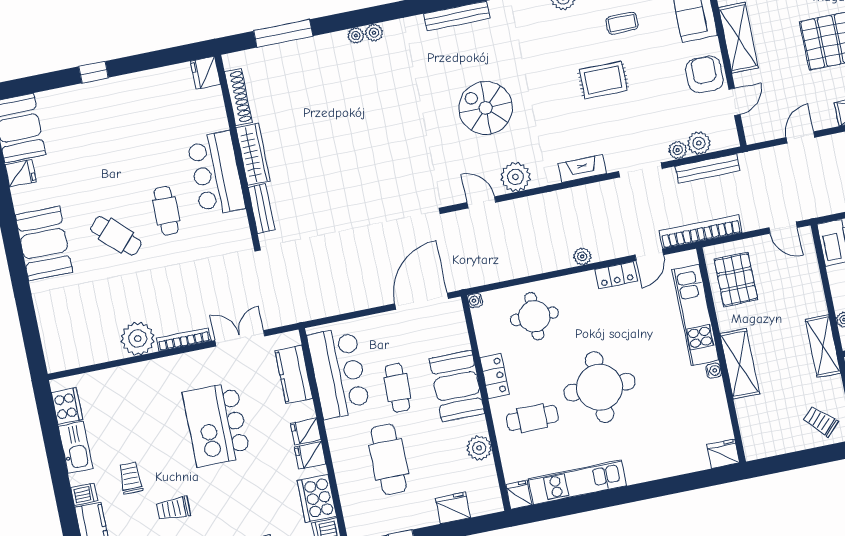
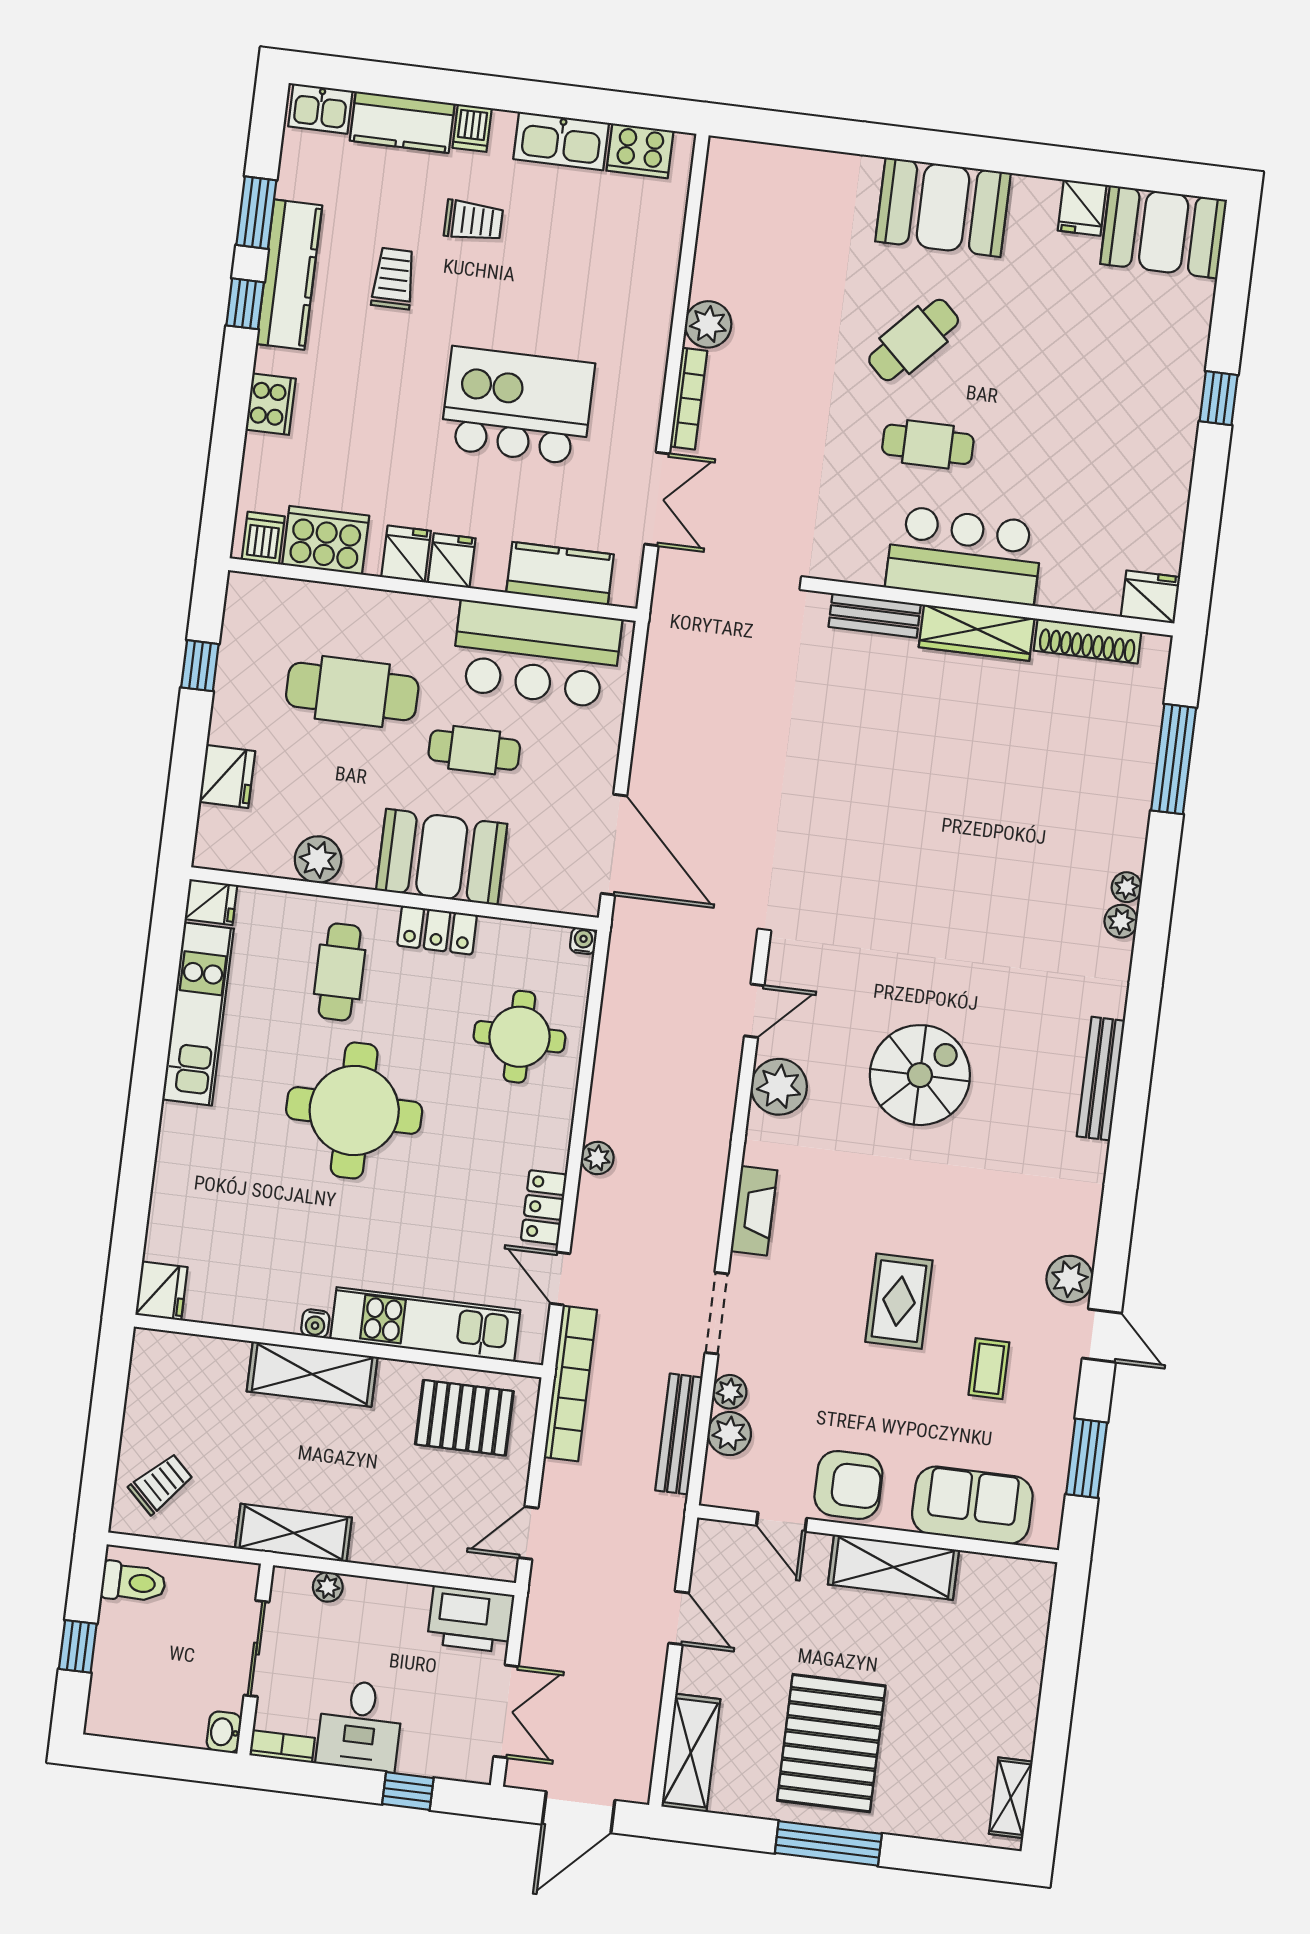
plant: (138, 339) -> (708, 324), width x0.73, depth x0.73

